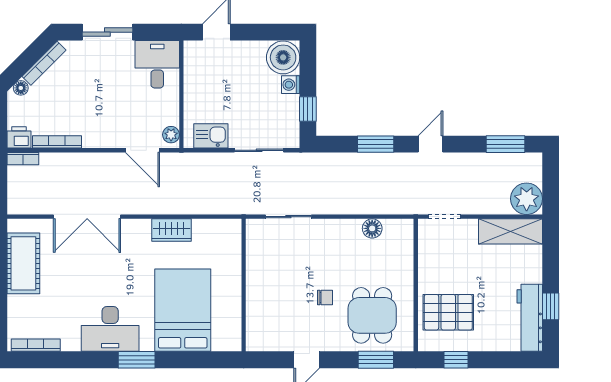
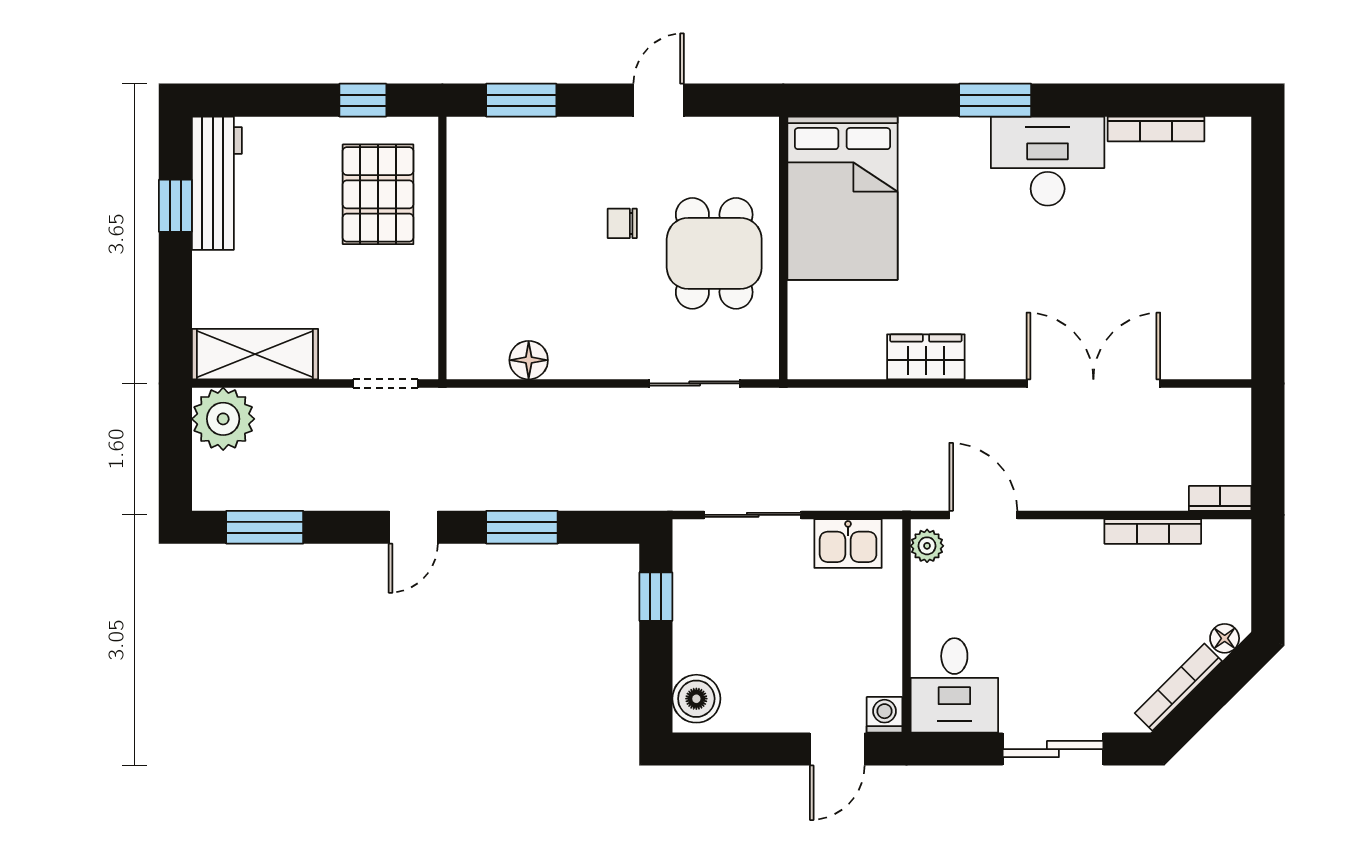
boiler: (283, 57) -> (696, 699), width x0.73, depth x0.73
washing machine: (291, 85) -> (884, 715), moved, turned -90
printer: (19, 137) -> (1228, 540), removed
cot: (23, 263) -> (1219, 291), removed
bed: (183, 310) -> (842, 198), moved
pallet: (448, 312) -> (378, 194), turned 90
dining table: (372, 315) -> (714, 253), moved
bookcase: (36, 345) -> (1156, 129), moved

